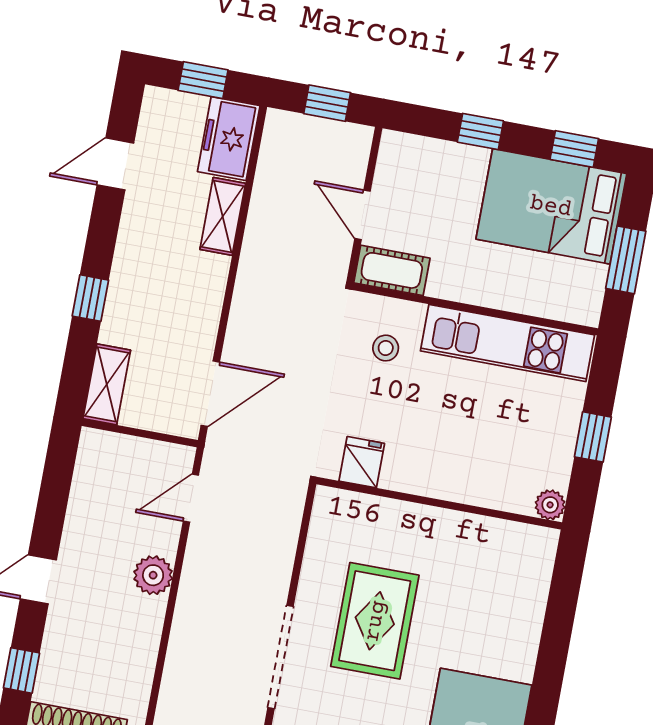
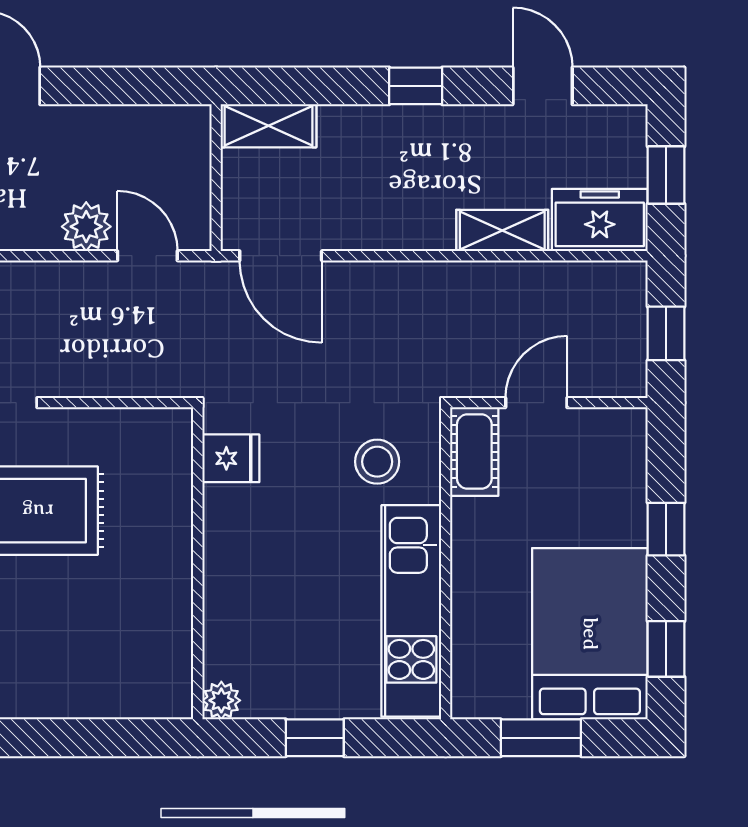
window: (90, 298) -> (416, 86), moved
stool: (386, 348) -> (377, 462), width x1.37, depth x1.37
plant: (153, 575) -> (86, 227), moved

